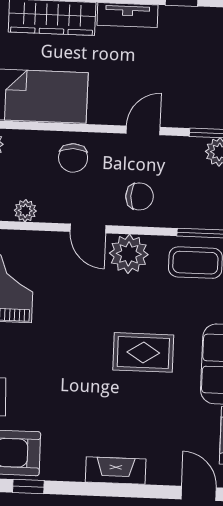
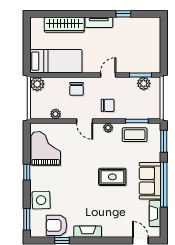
plant: (129, 254) -> (108, 128), width x0.53, depth x0.53
fireplace: (116, 471) -> (88, 232), moved

